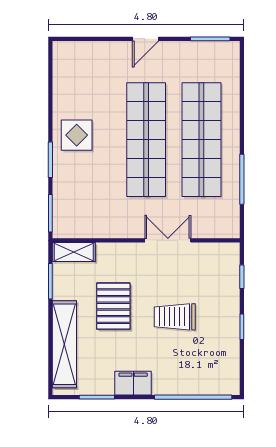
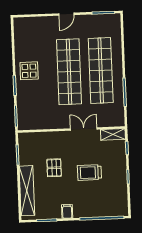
shelving: (74, 252) -> (113, 134), moved
pallet: (113, 306) -> (54, 168), width x0.67, depth x0.71
filing cabinet: (133, 383) -> (67, 211), width x0.50

